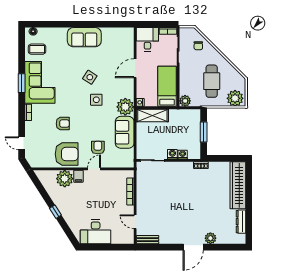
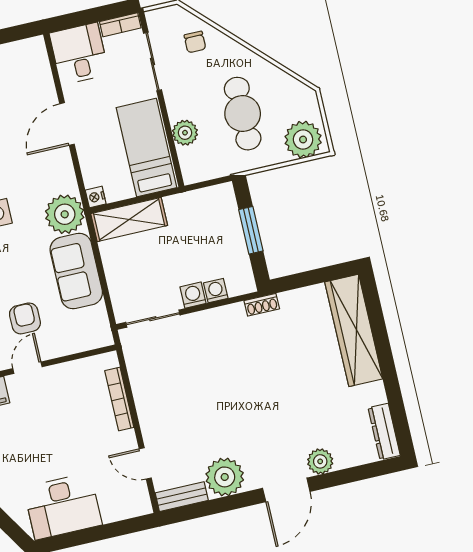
plant: (185, 101) -> (185, 133), moved
dresser: (241, 222) -> (384, 432), moved
plant: (168, 235) -> (225, 477), added

